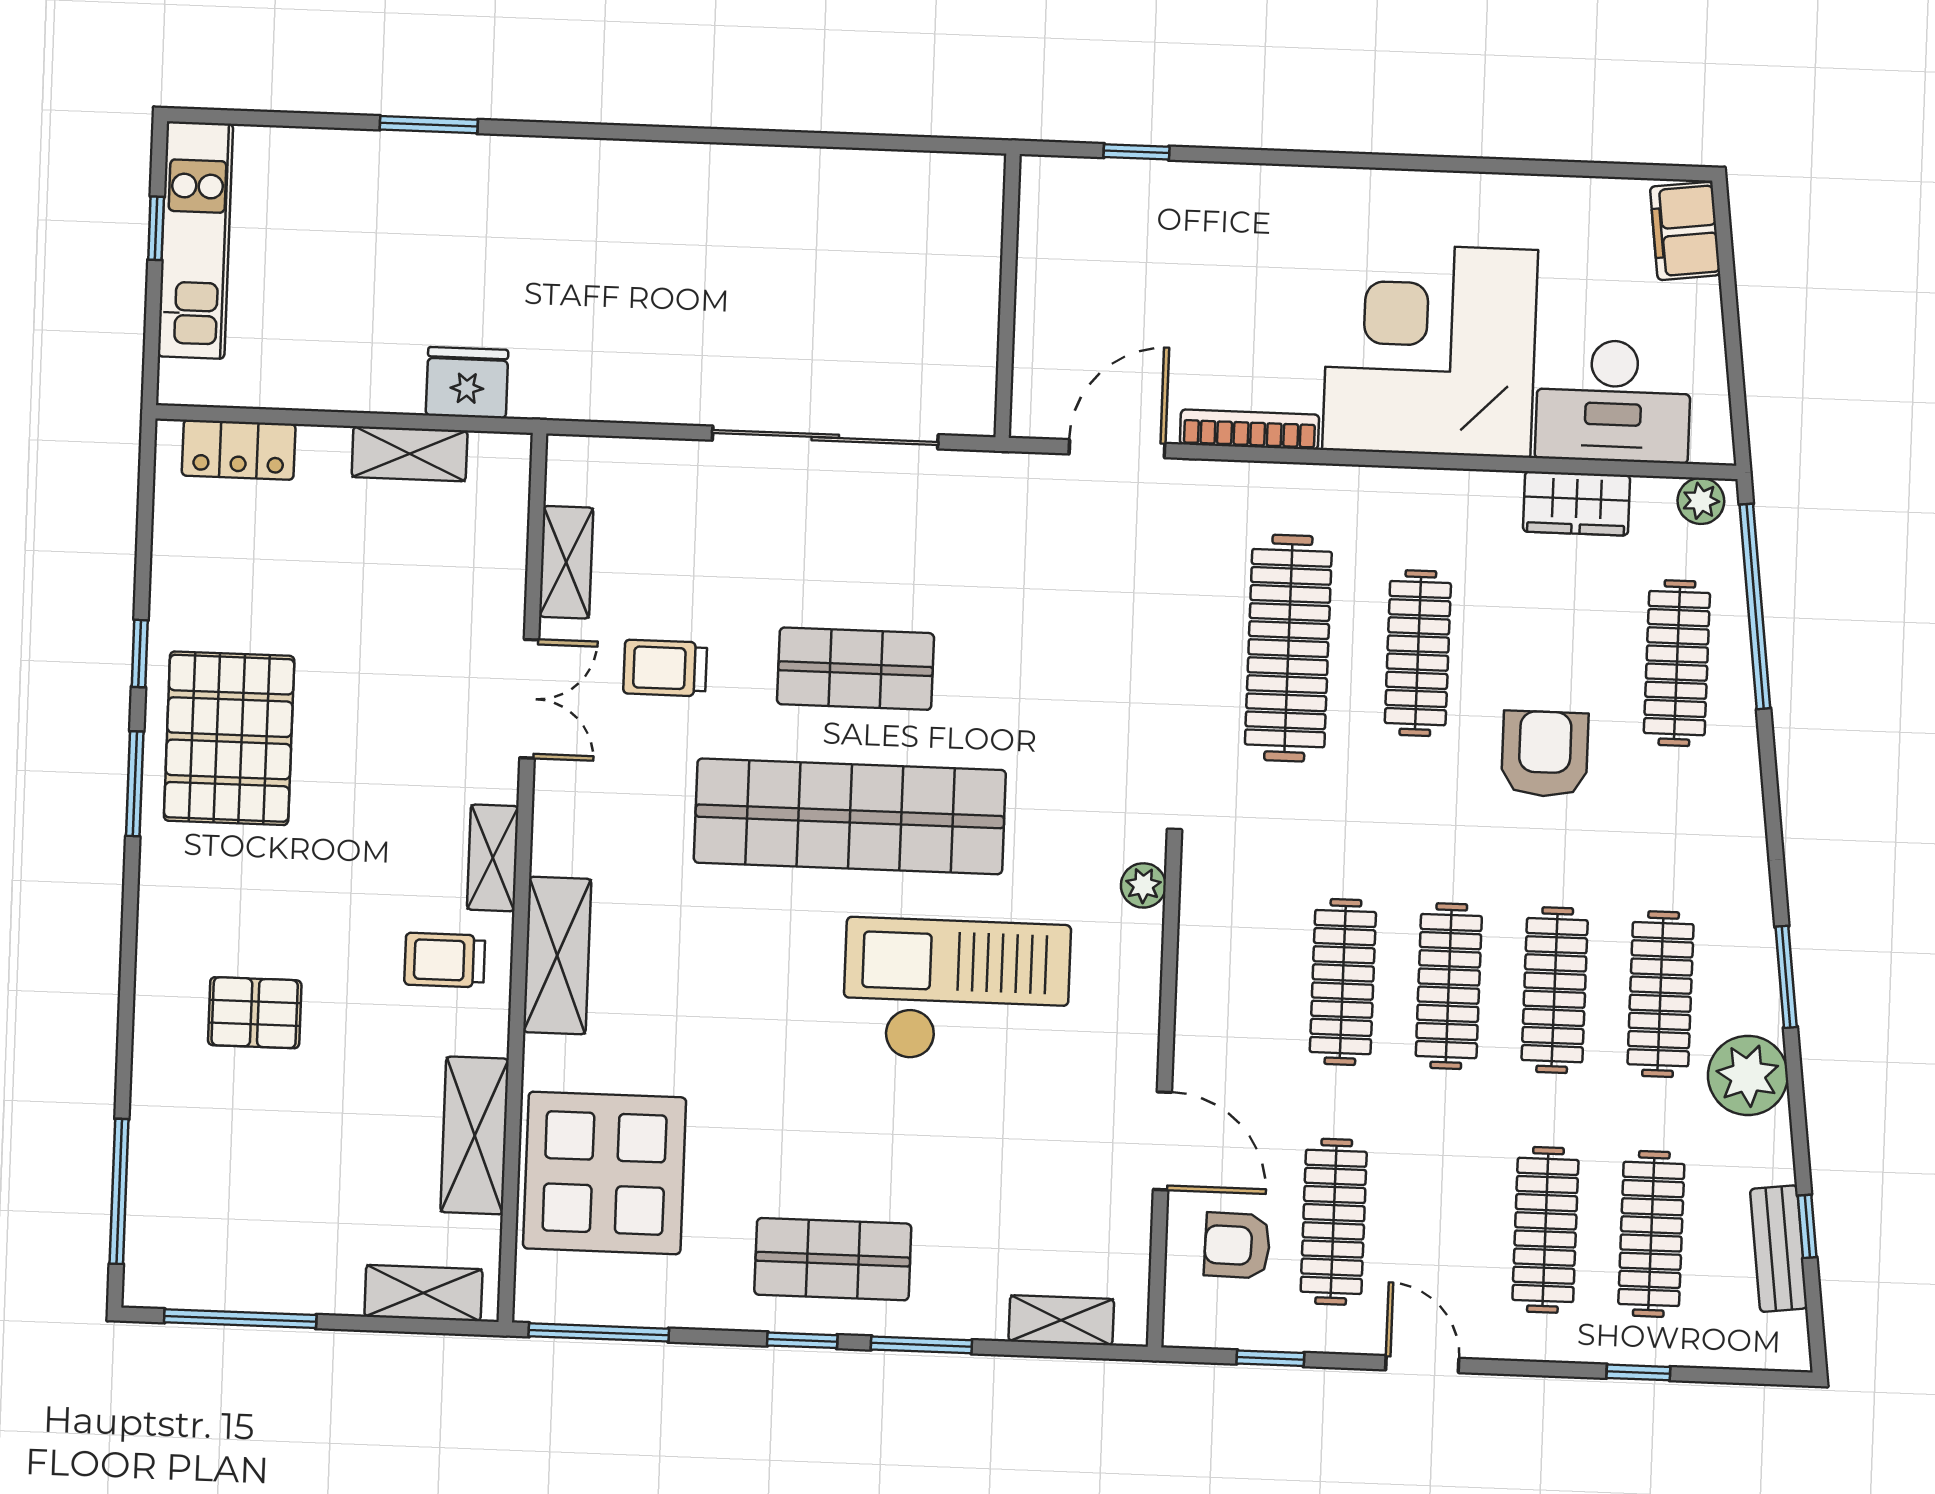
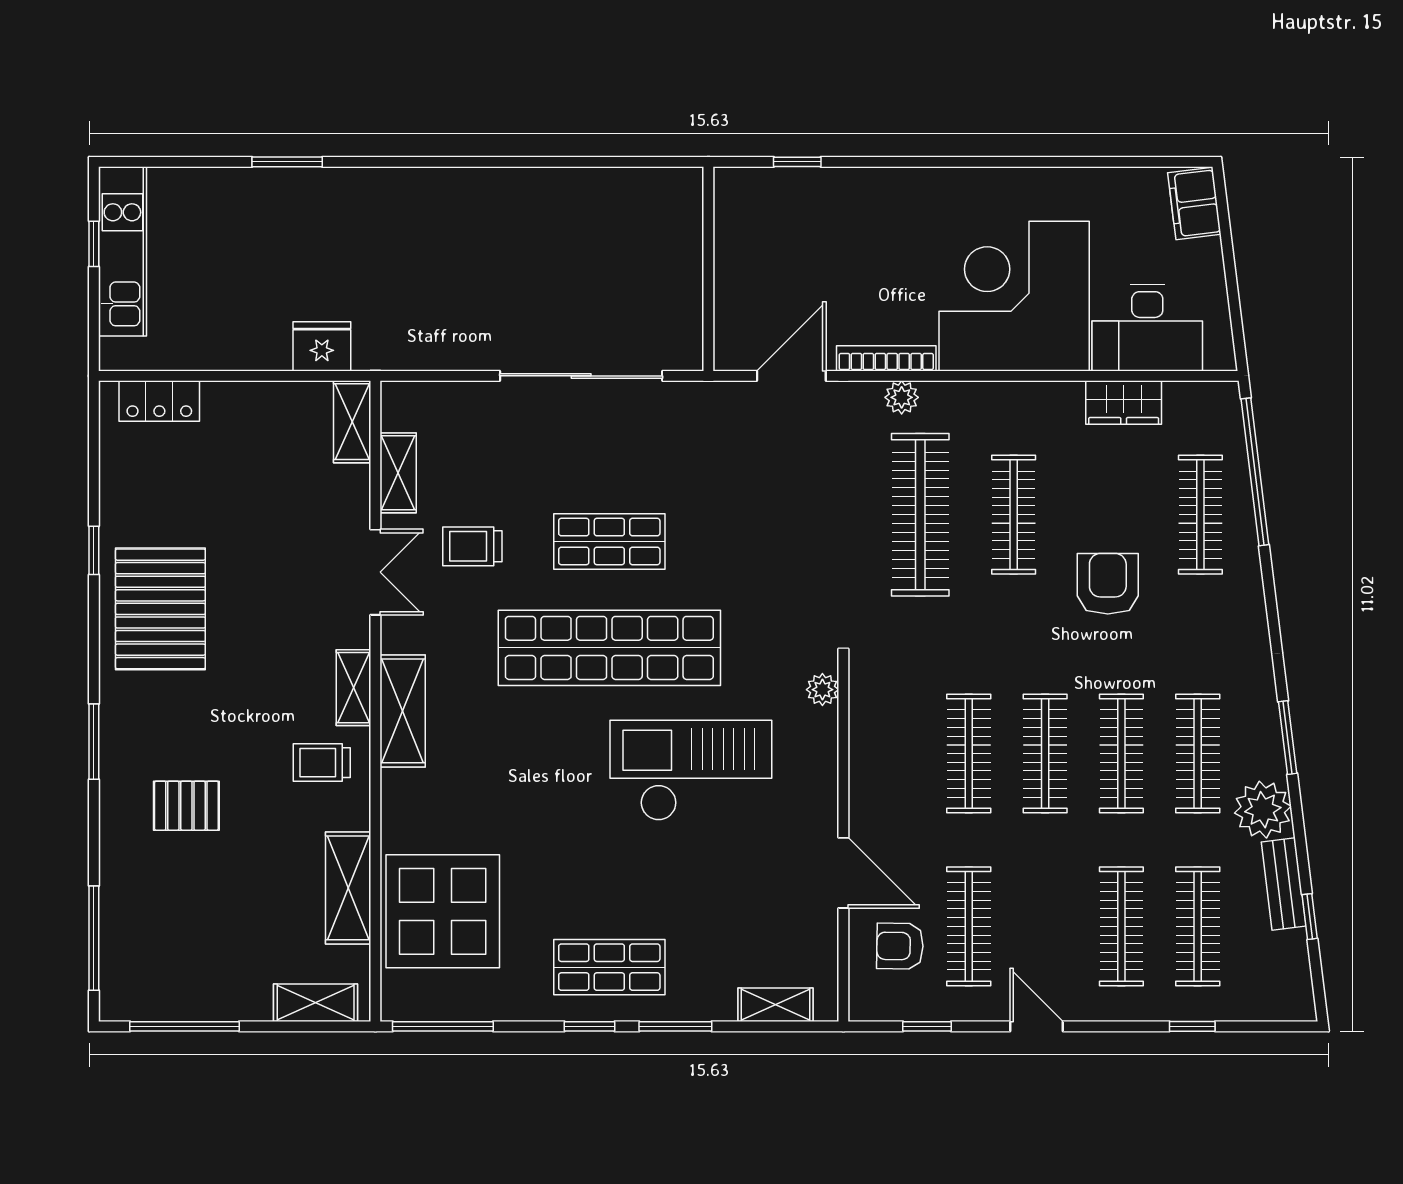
shelving: (410, 454) -> (352, 422), moved, turned 90
plant: (1701, 501) -> (902, 397), moved
window: (135, 784) -> (94, 742), moved
shelving: (557, 955) -> (403, 711), moved
bench: (1779, 1249) -> (1284, 884), moved

